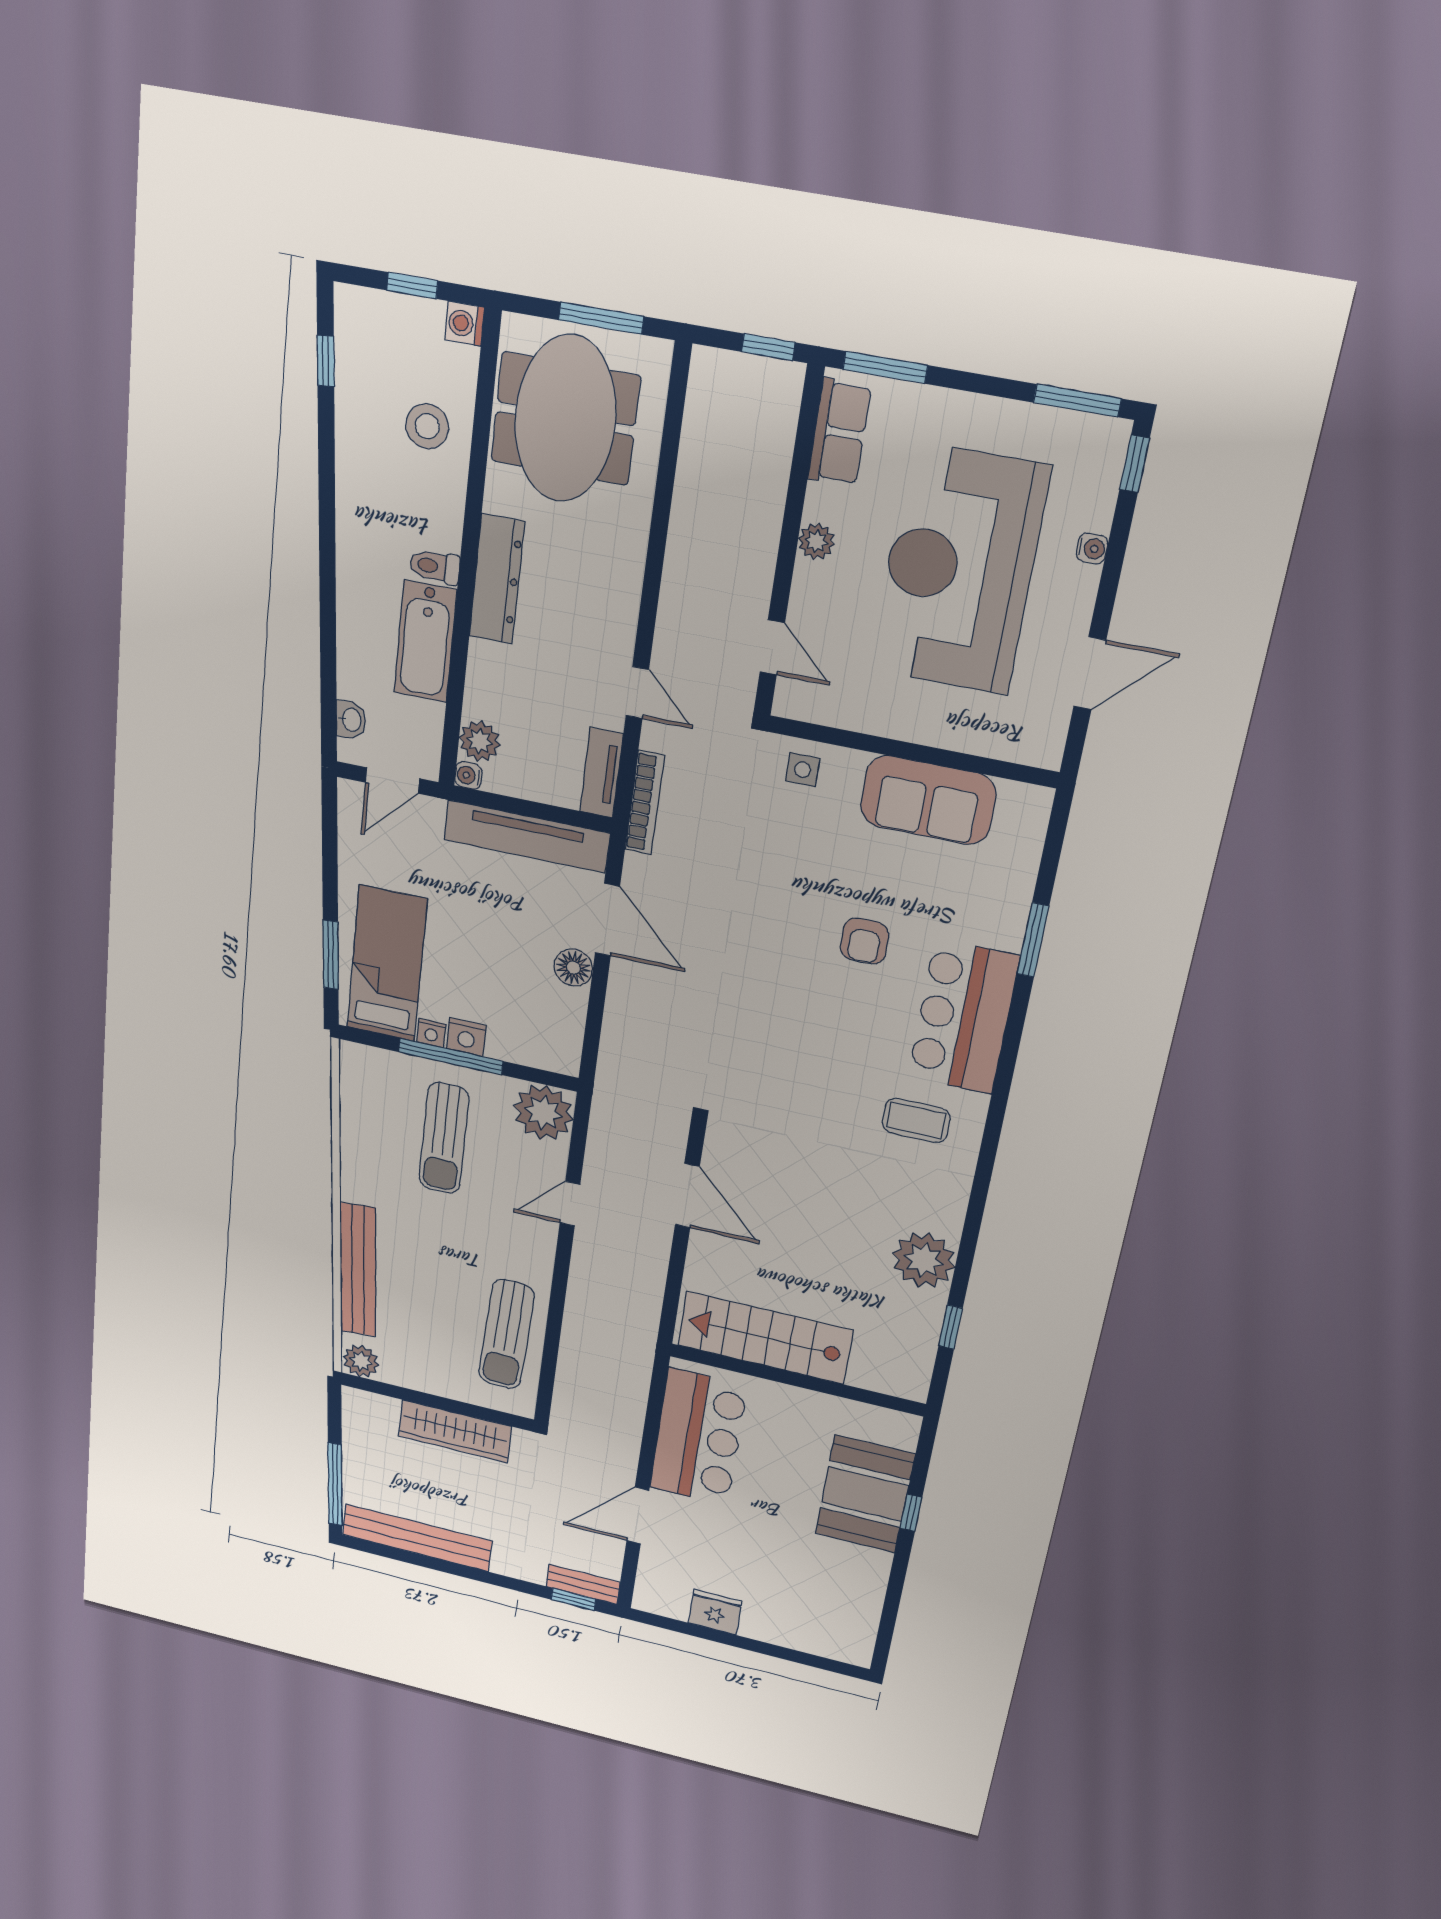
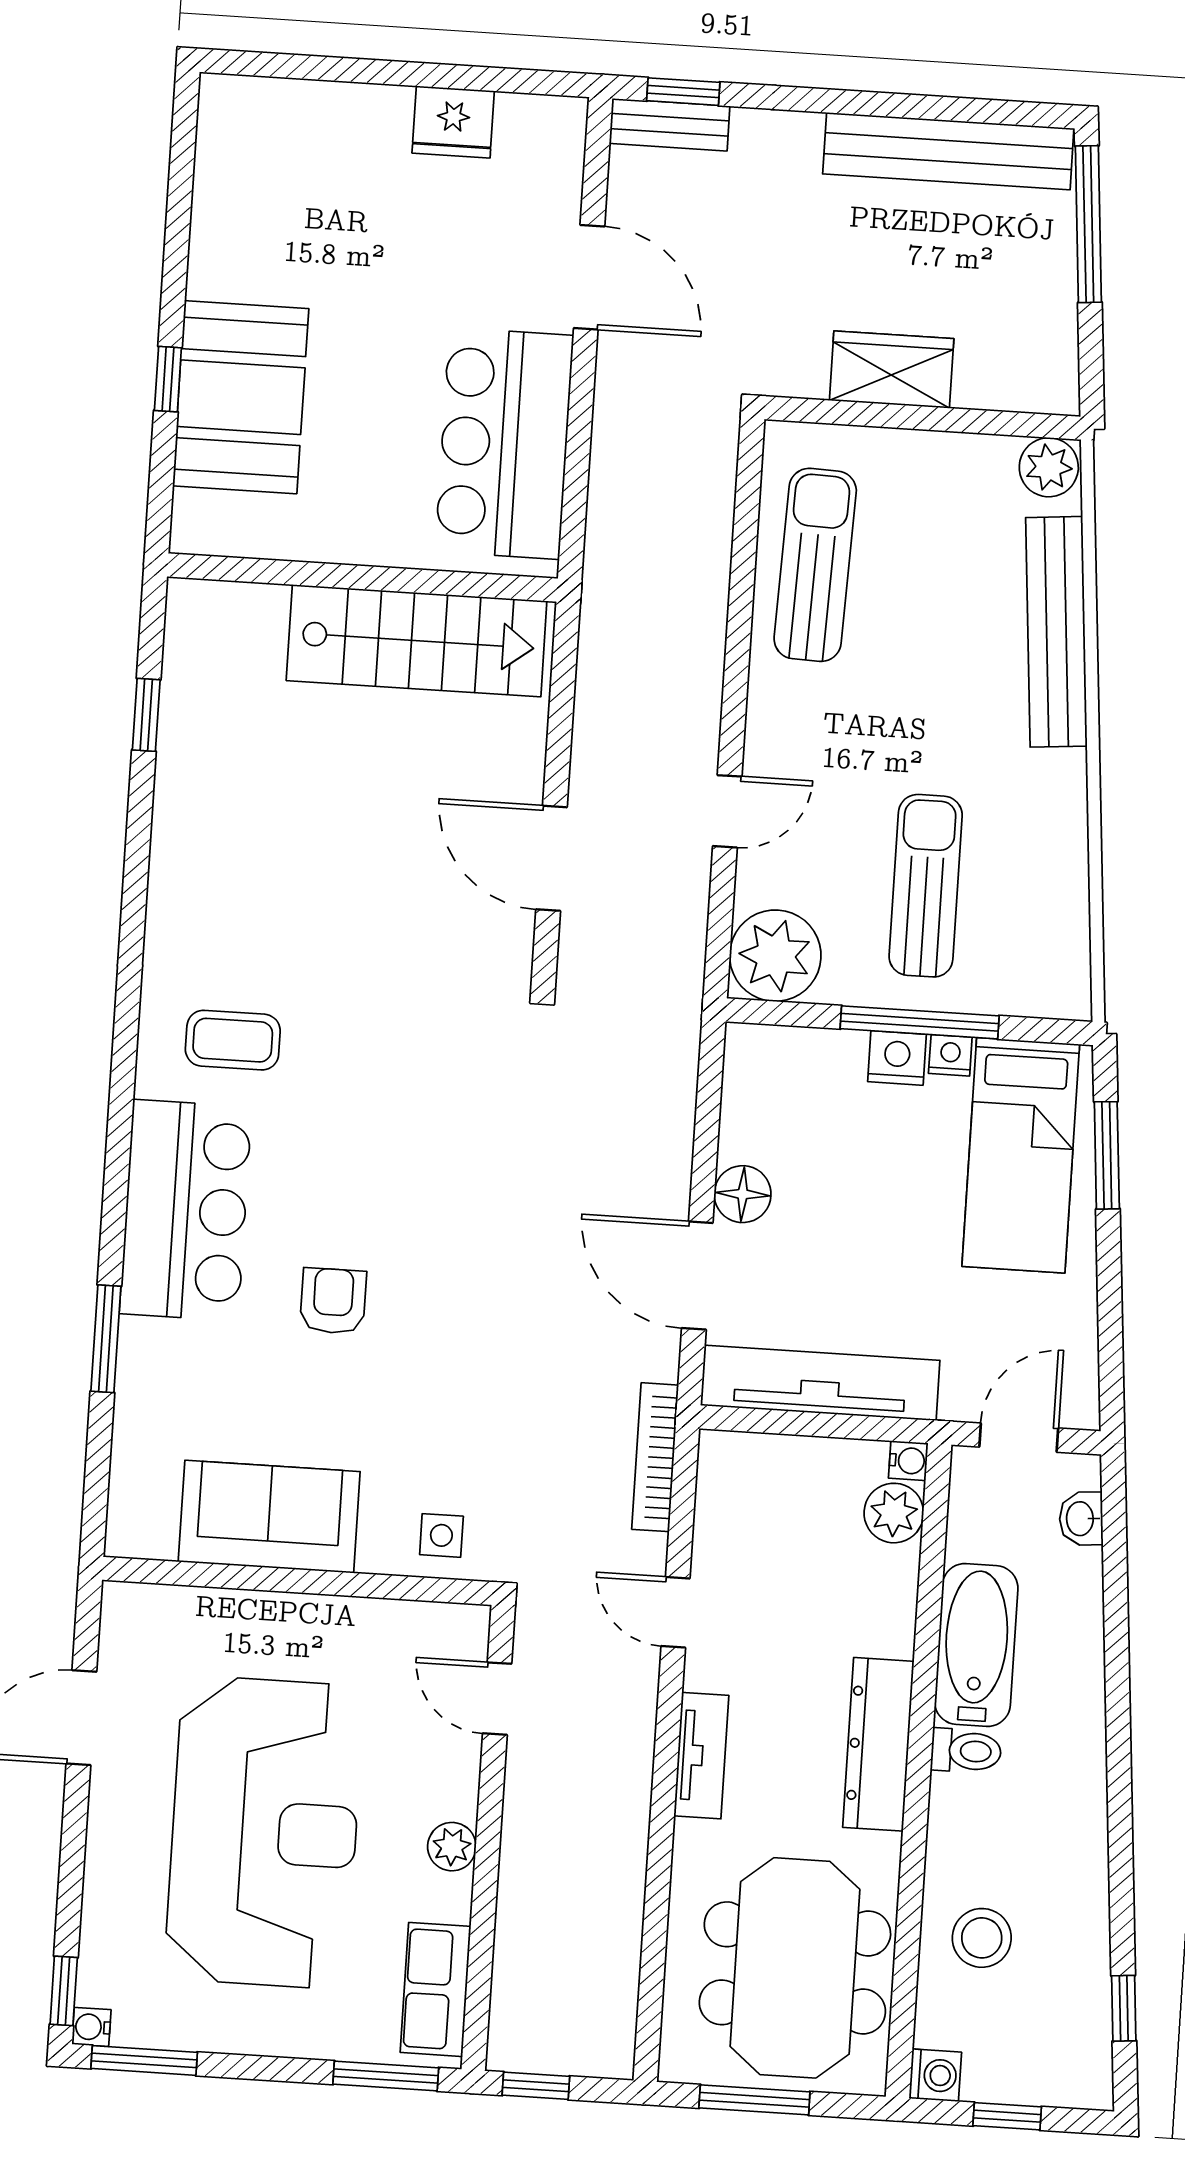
water cooler: (1092, 548) -> (91, 2027), moved
tv unit: (602, 773) -> (701, 1756), moved
plant: (924, 1260) -> (197, 818), removed
wardrobe: (455, 1431) -> (892, 370), width x0.67
door: (638, 1516) -> (589, 277), hinge flipped

